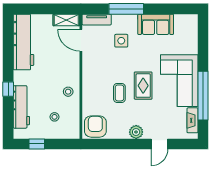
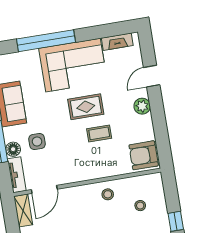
floor lamp: (118, 20) -> (13, 149), added
window: (203, 96) -> (46, 41), moved
door: (159, 144) -> (152, 76), swing flipped

